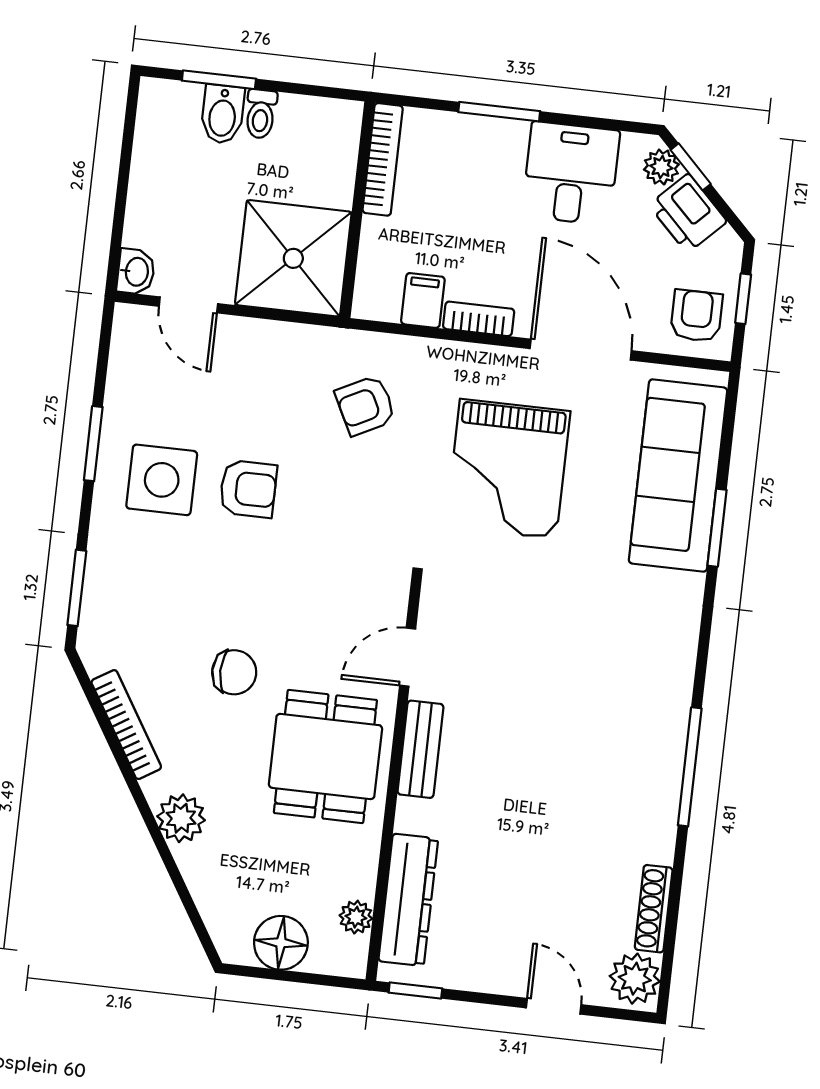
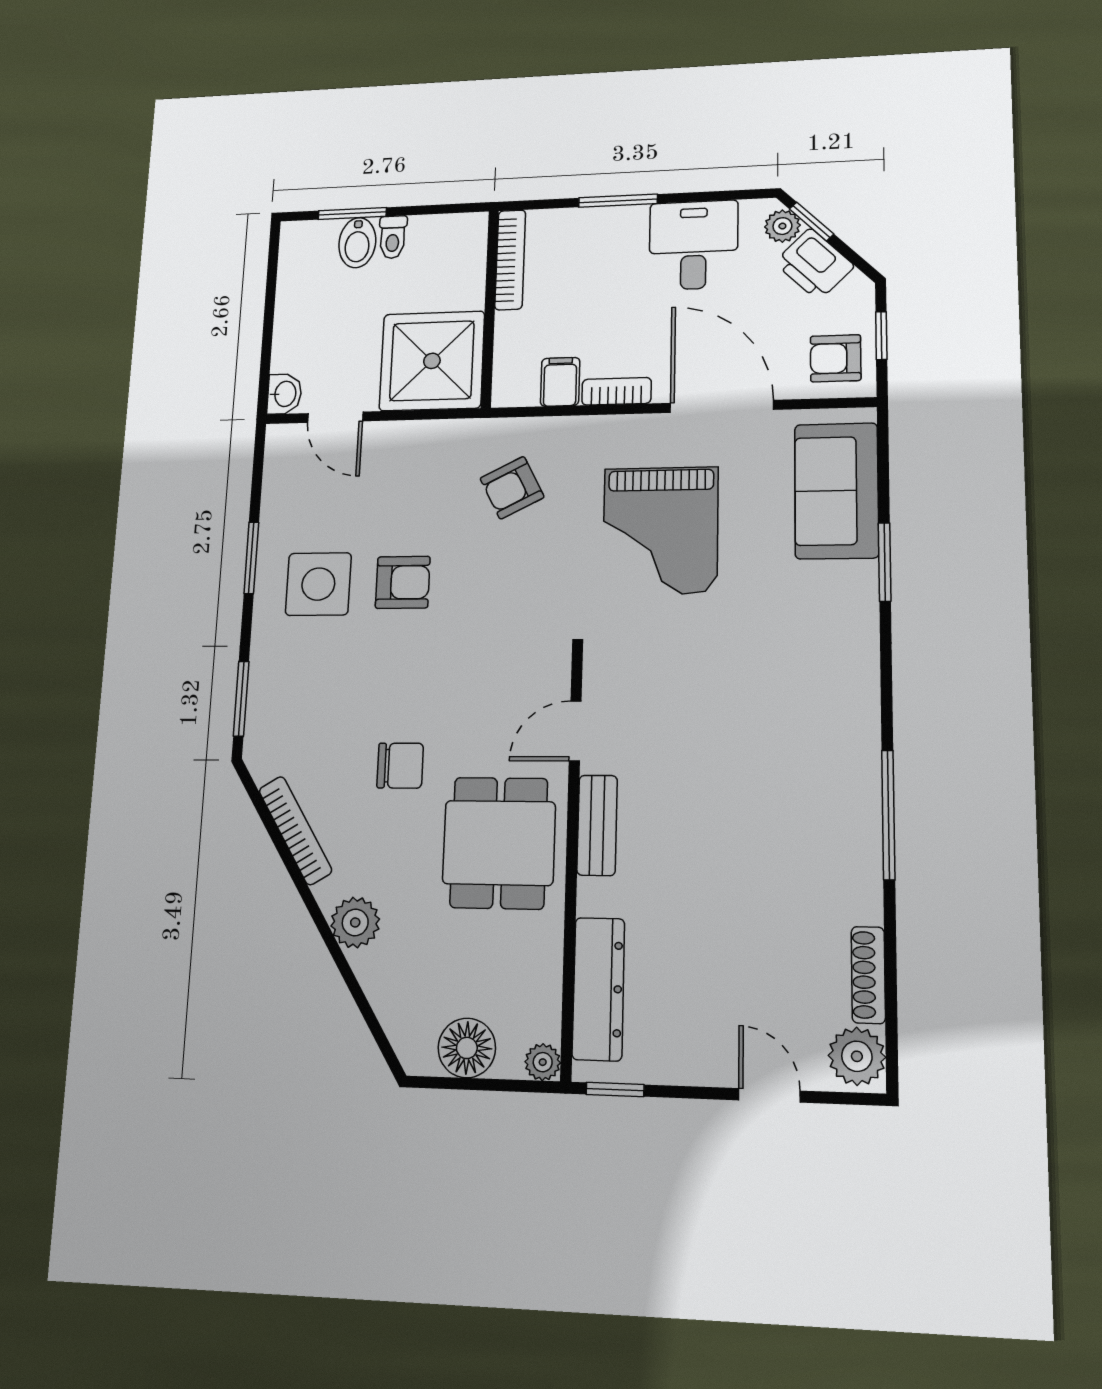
armchair: (696, 316) -> (836, 358), turned -90
sofa: (678, 476) -> (836, 491), width x0.73
plant: (356, 917) -> (543, 1062), moved

